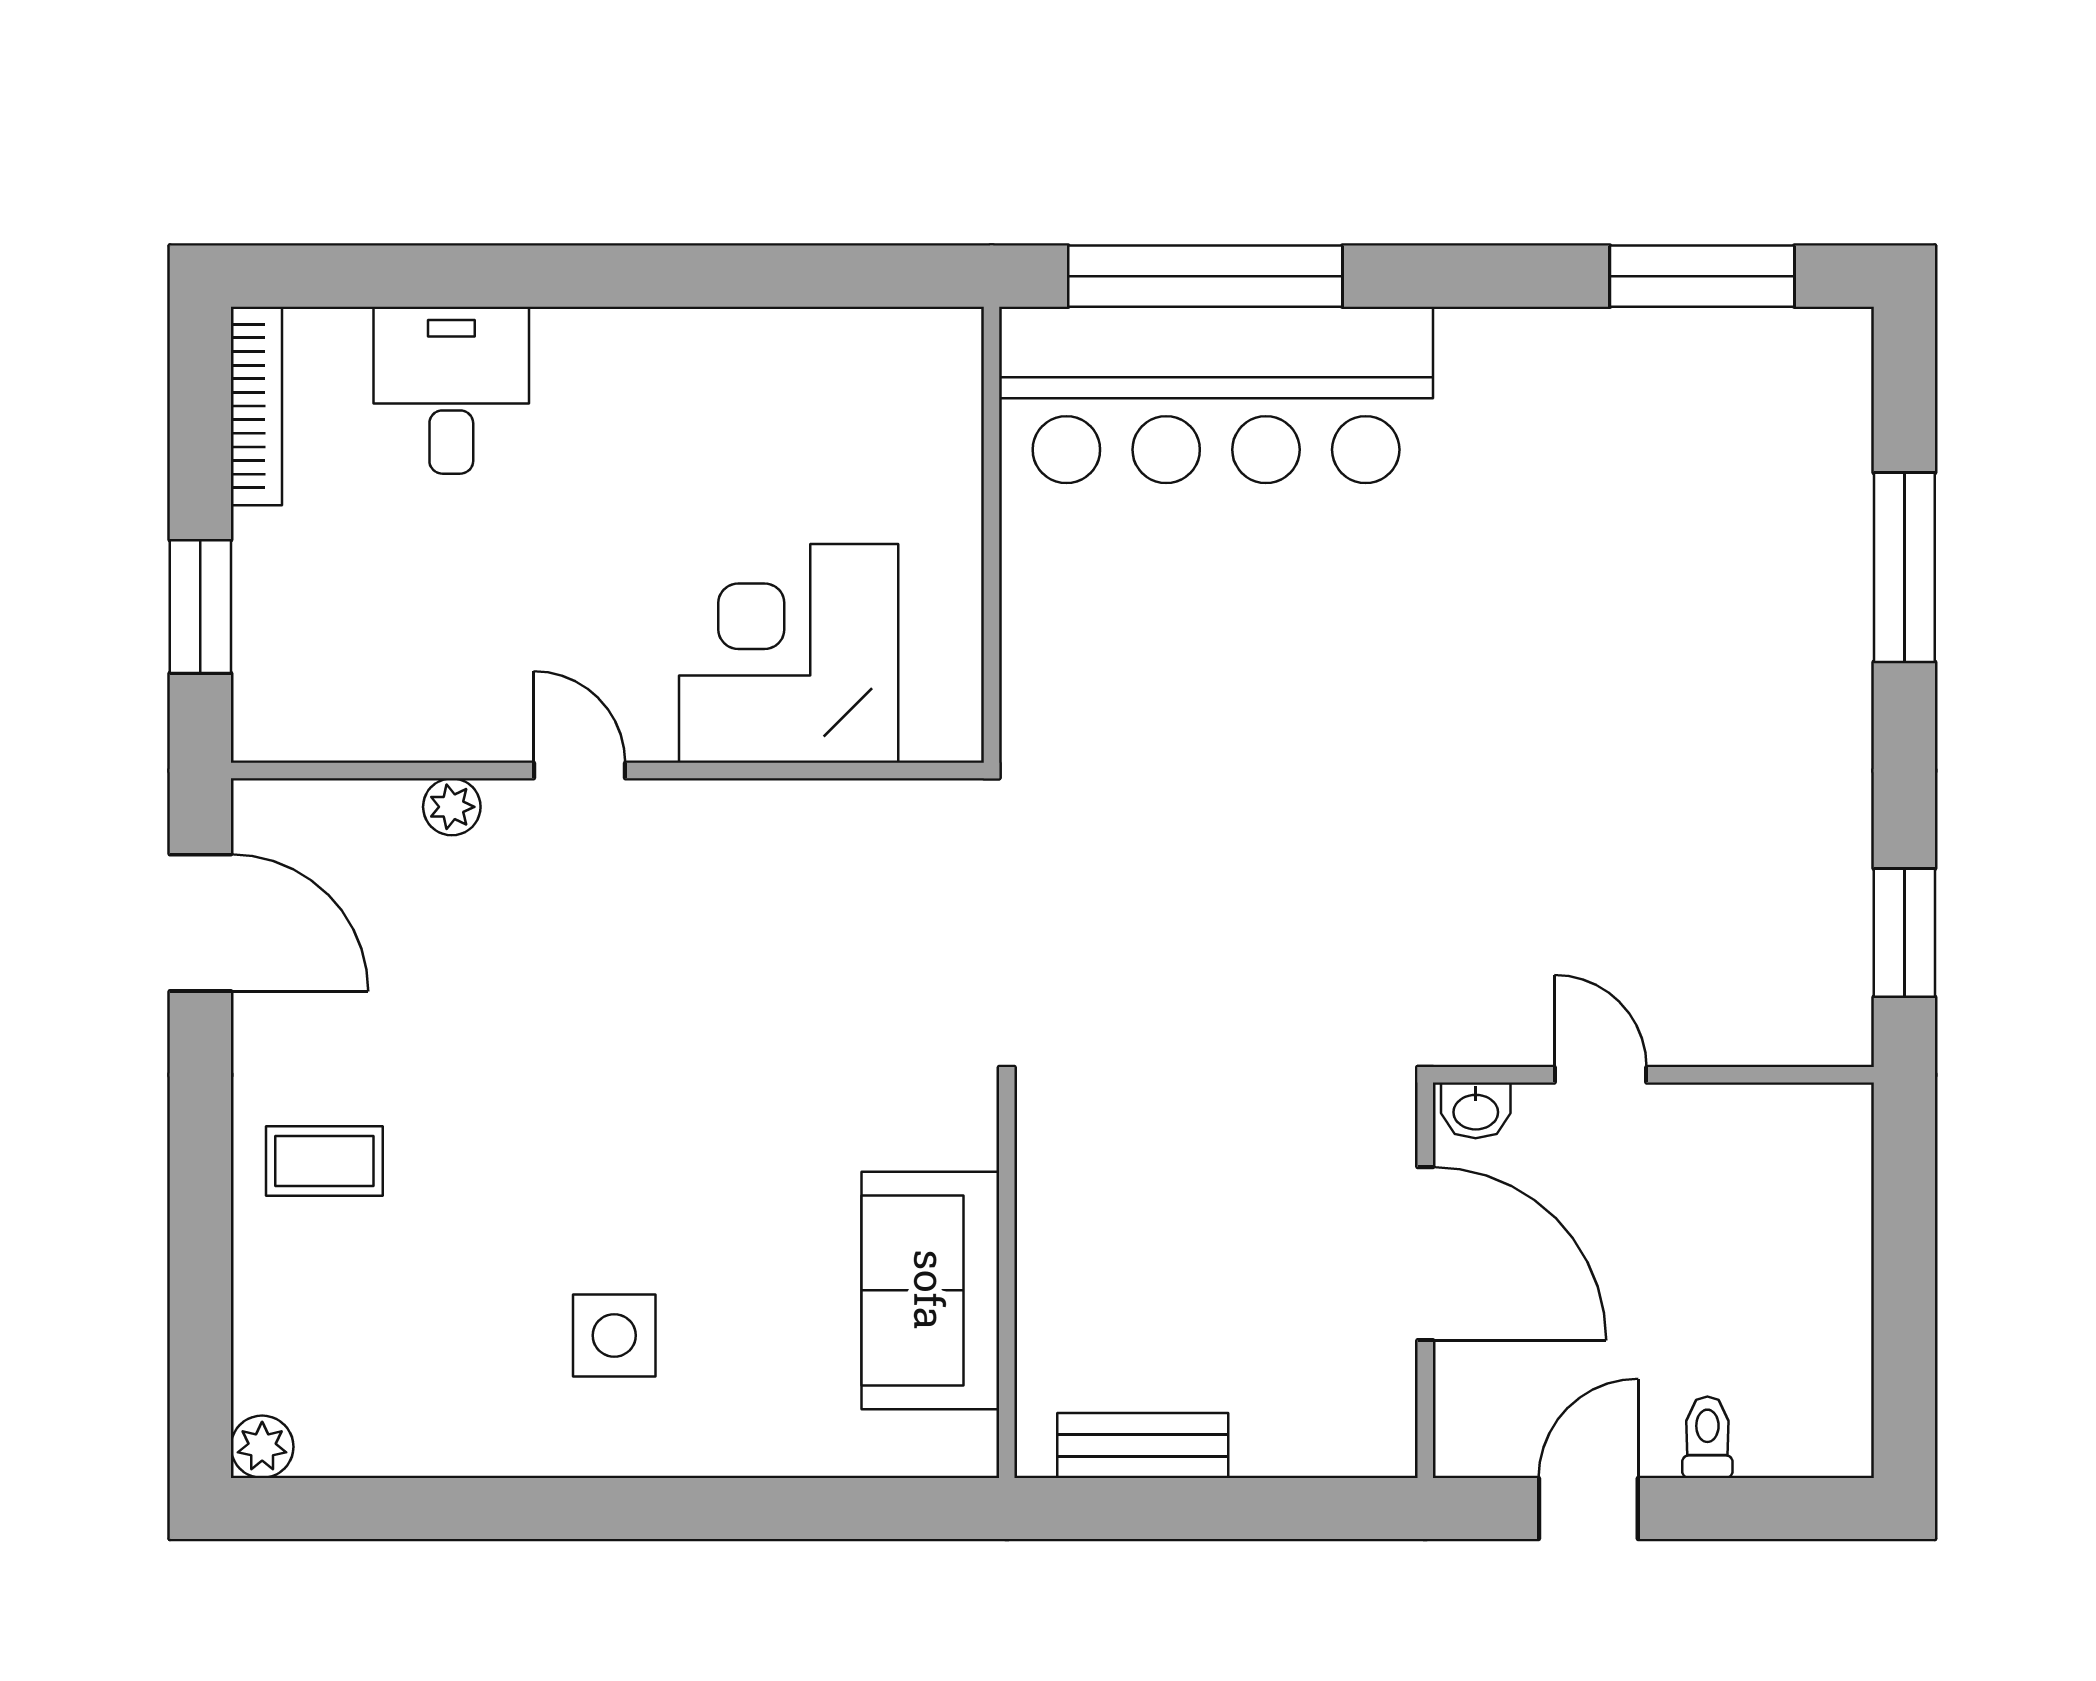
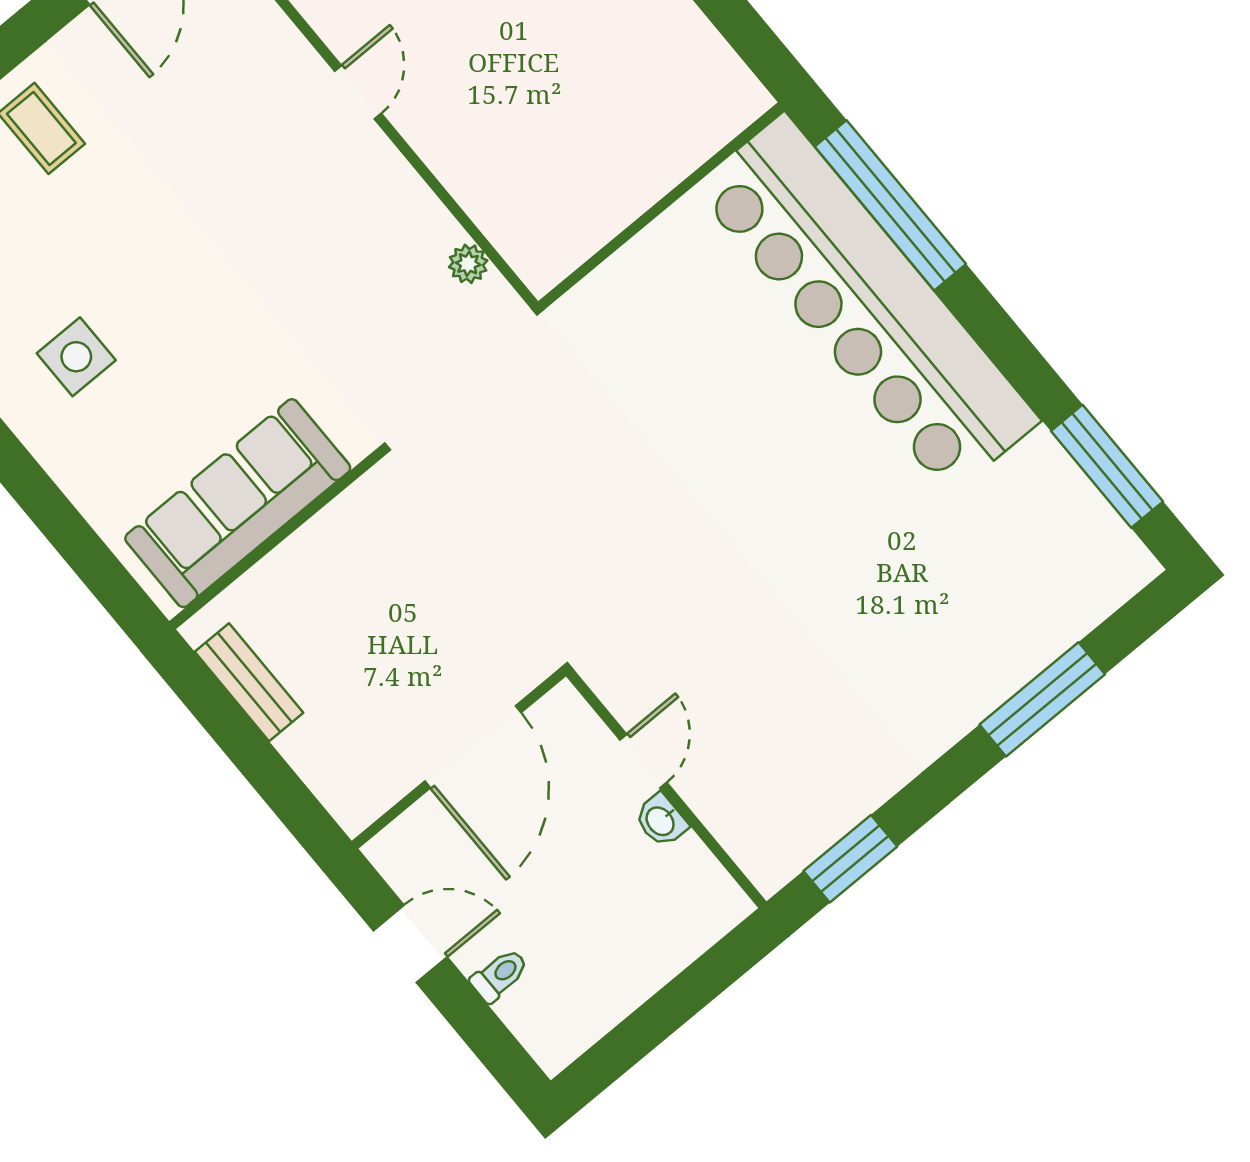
bar counter: (1216, 395) -> (867, 304), width x1.36
corner desk: (789, 653) -> (510, 151), removed
plant: (452, 807) -> (468, 264), moved
washbasin: (1476, 1110) -> (661, 821), moved
sofa: (930, 1290) -> (238, 503), width x1.36

